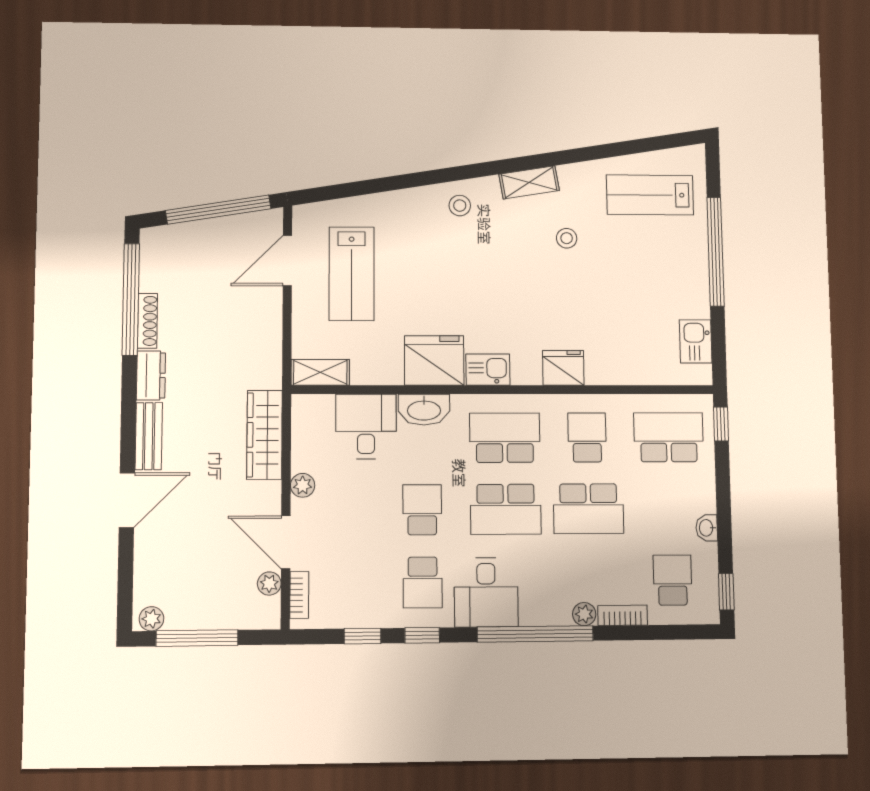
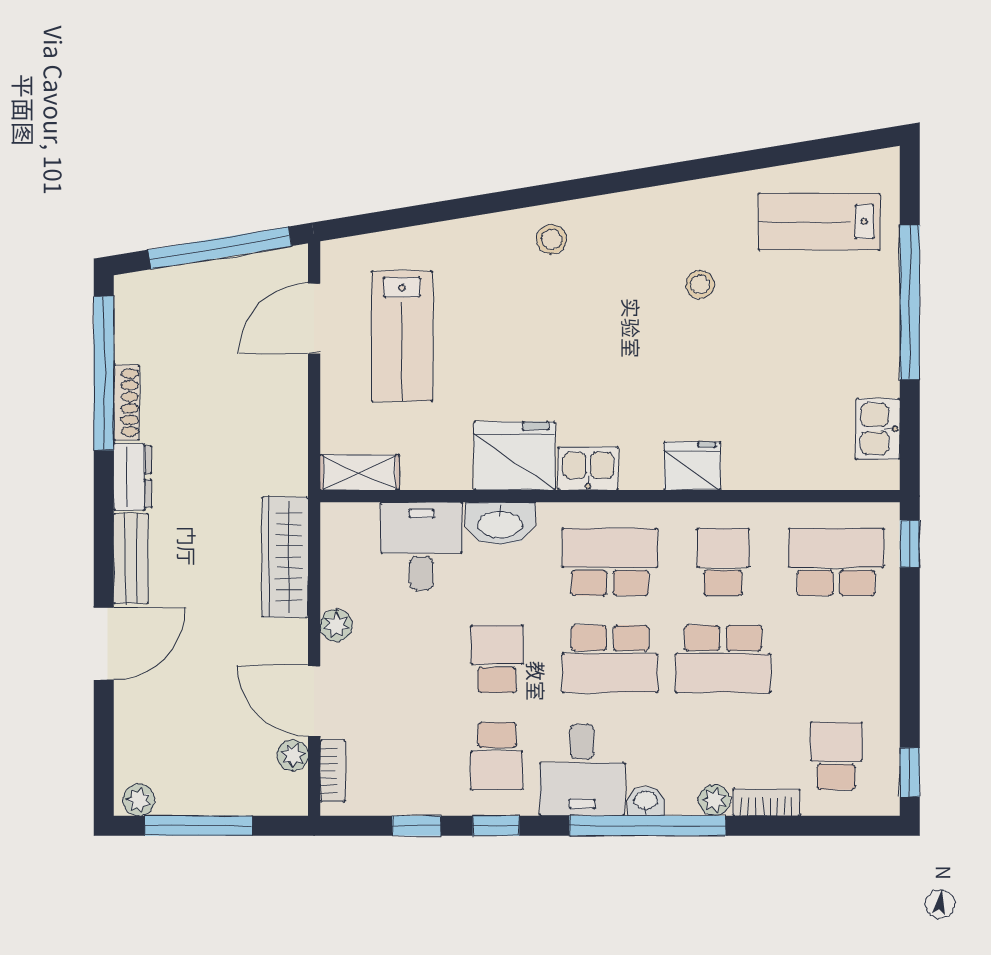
shelving: (529, 182) -> (649, 205), removed
washbasin: (707, 528) -> (646, 801), moved, turned 90

